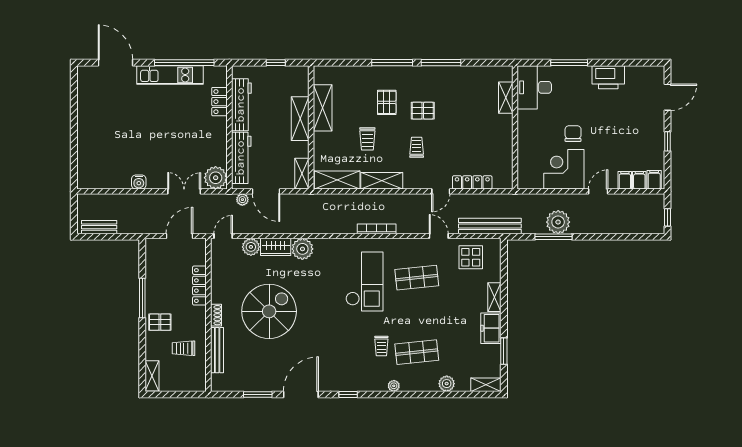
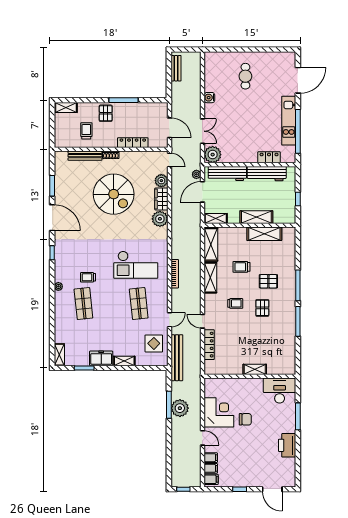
shelving: (506, 98) -> (255, 369), moved
cafe table: (110, 133) -> (245, 76), added
plant: (447, 384) -> (60, 326), removed

